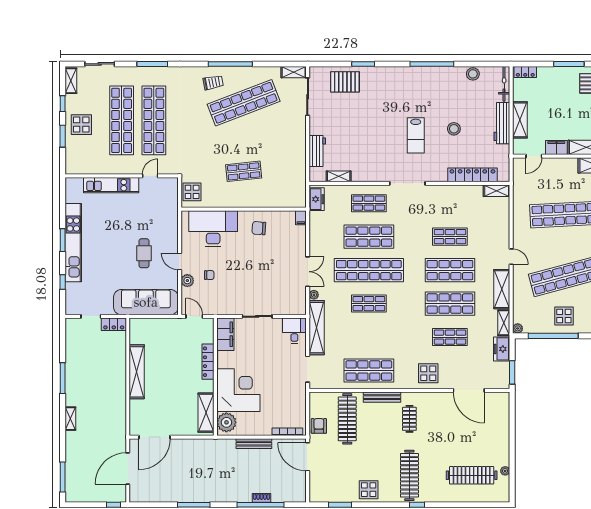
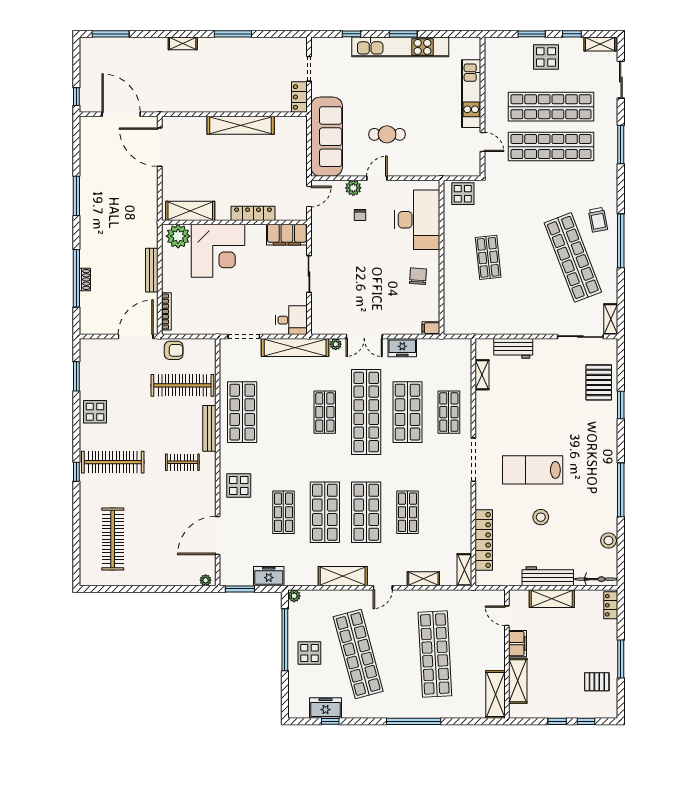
lab bench: (416, 135) -> (533, 470), width x1.36, depth x1.39
freezer: (317, 199) -> (402, 348), moved
shelving: (504, 323) -> (423, 579), moved
plant: (505, 471) -> (206, 580), moved

